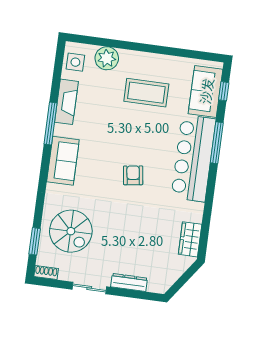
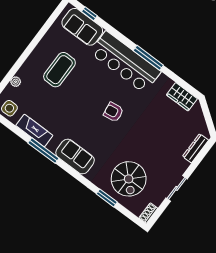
plant: (107, 58) -> (16, 82), width x0.53, depth x0.53
window: (217, 143) -> (148, 58), moved
spiral stairs: (71, 231) -> (129, 179), turned 90
window: (35, 241) -> (107, 198), moved
dresser: (129, 282) -> (196, 148), moved

